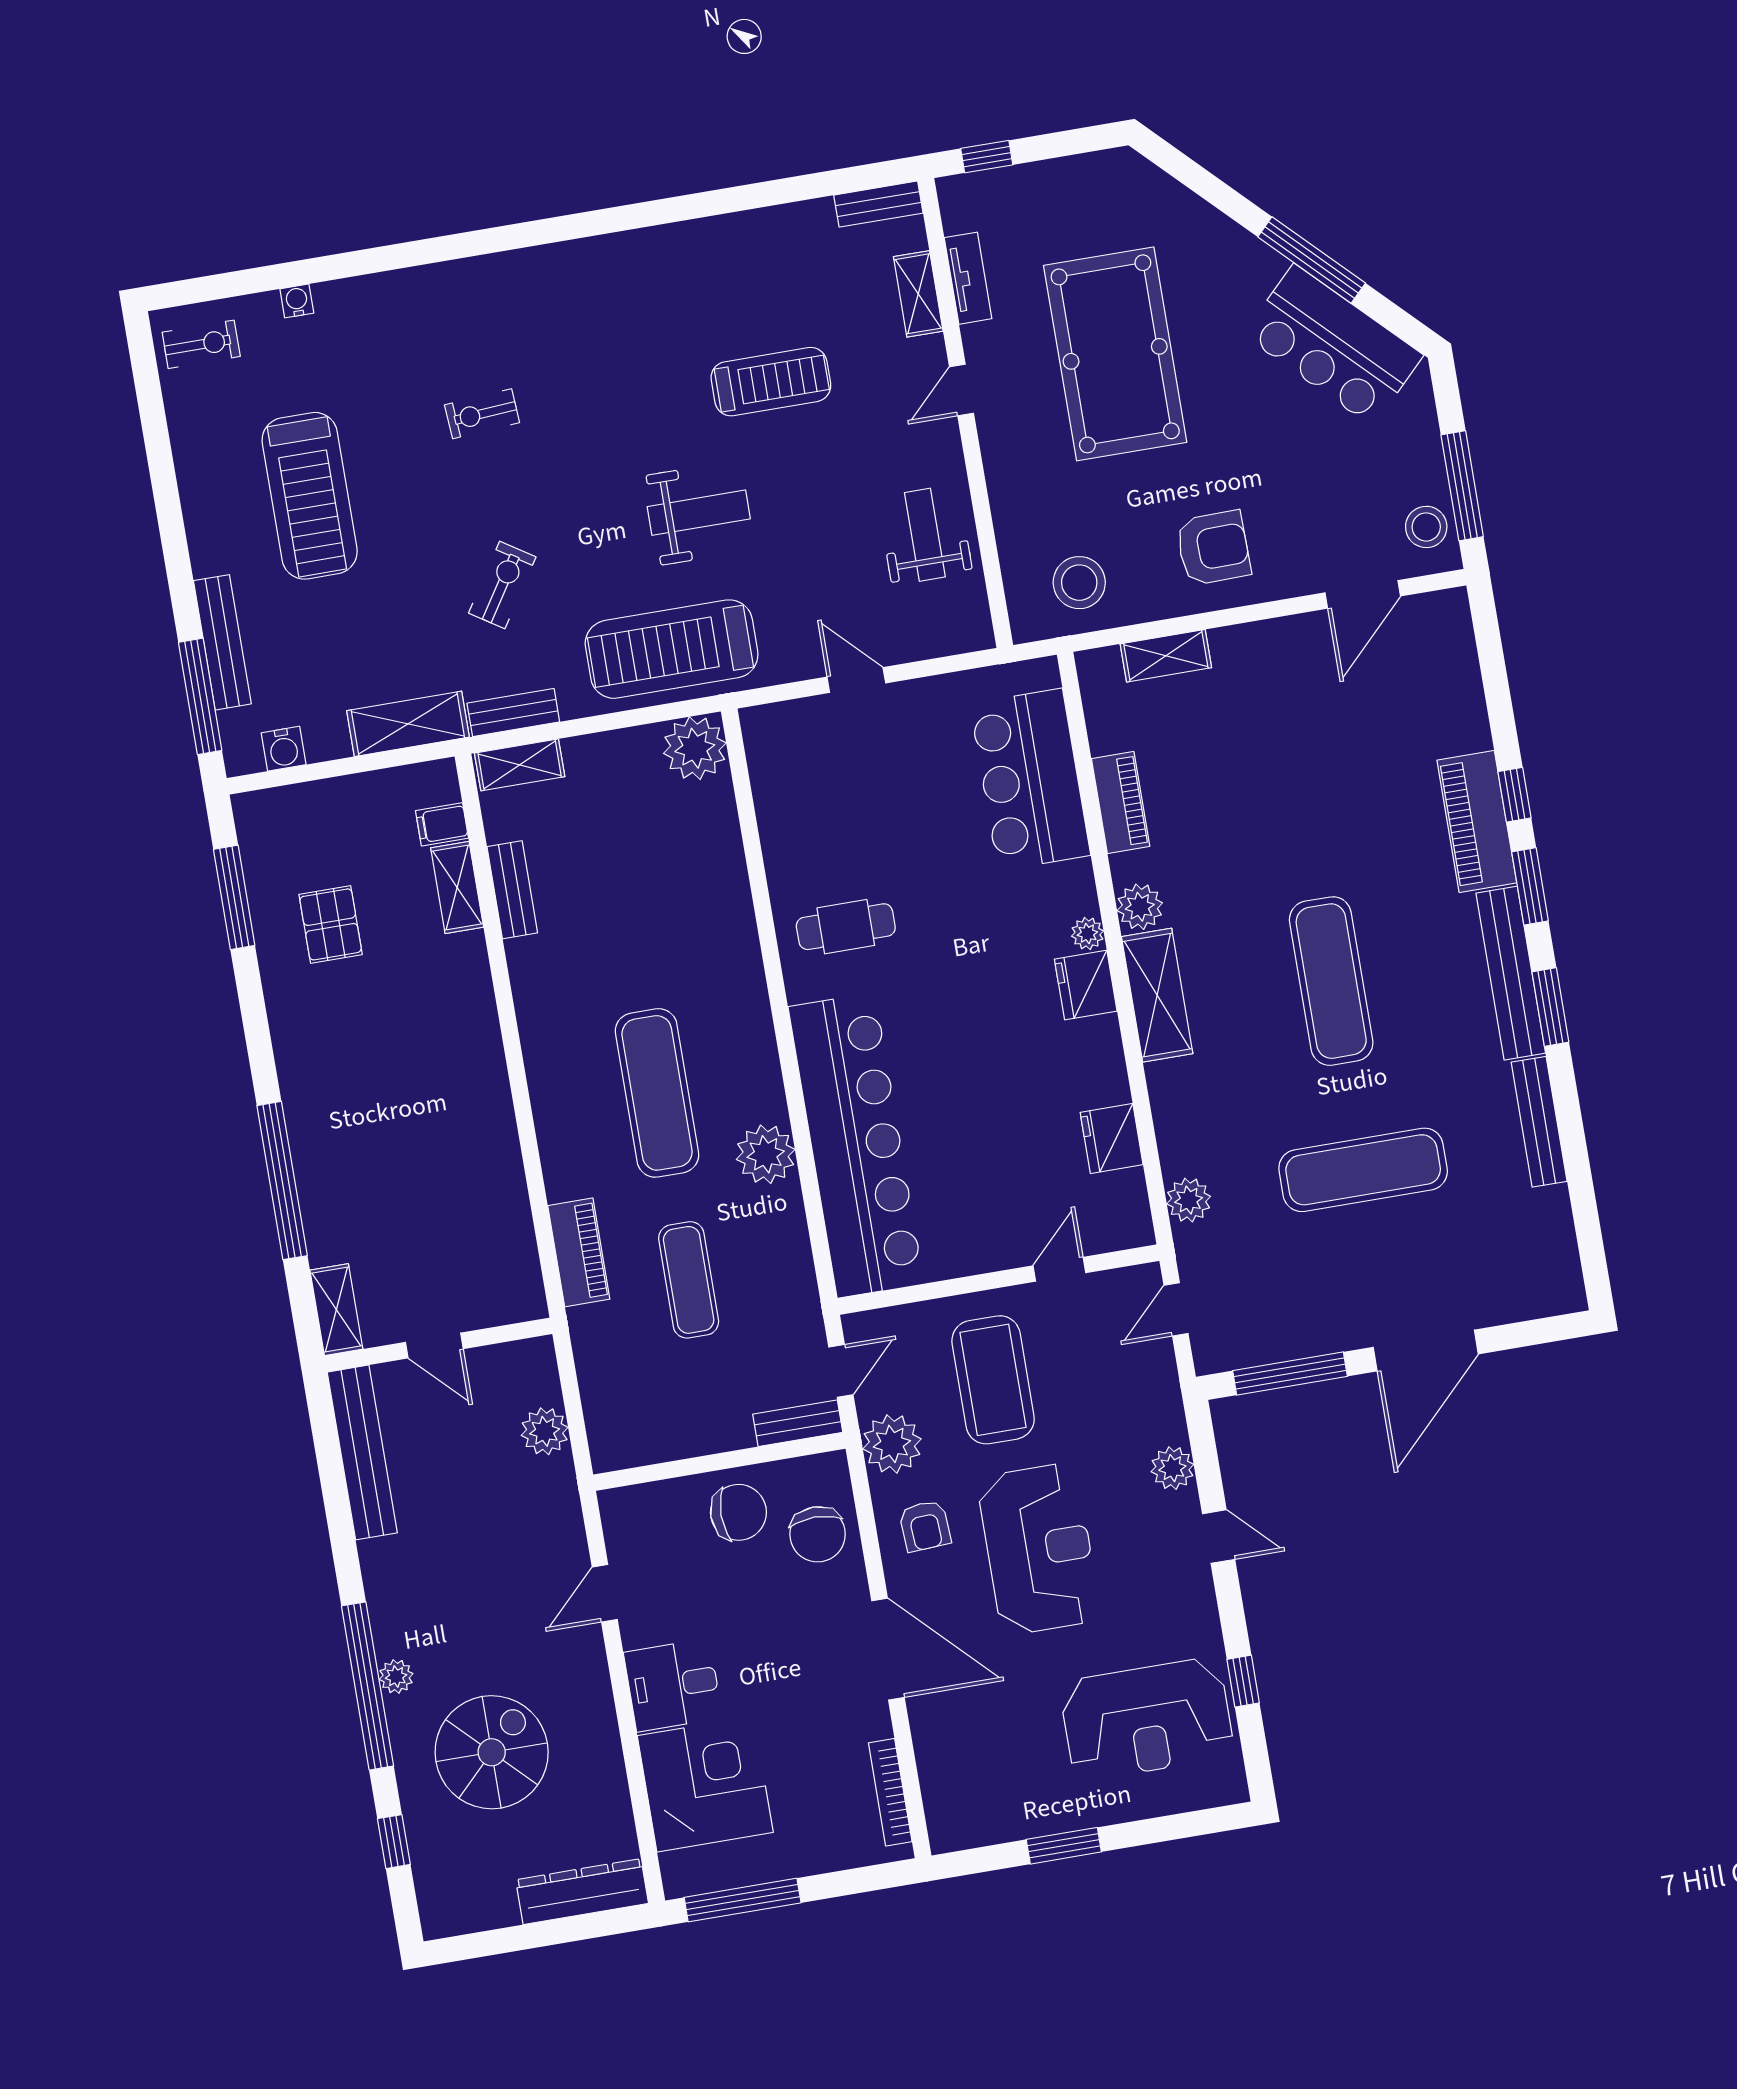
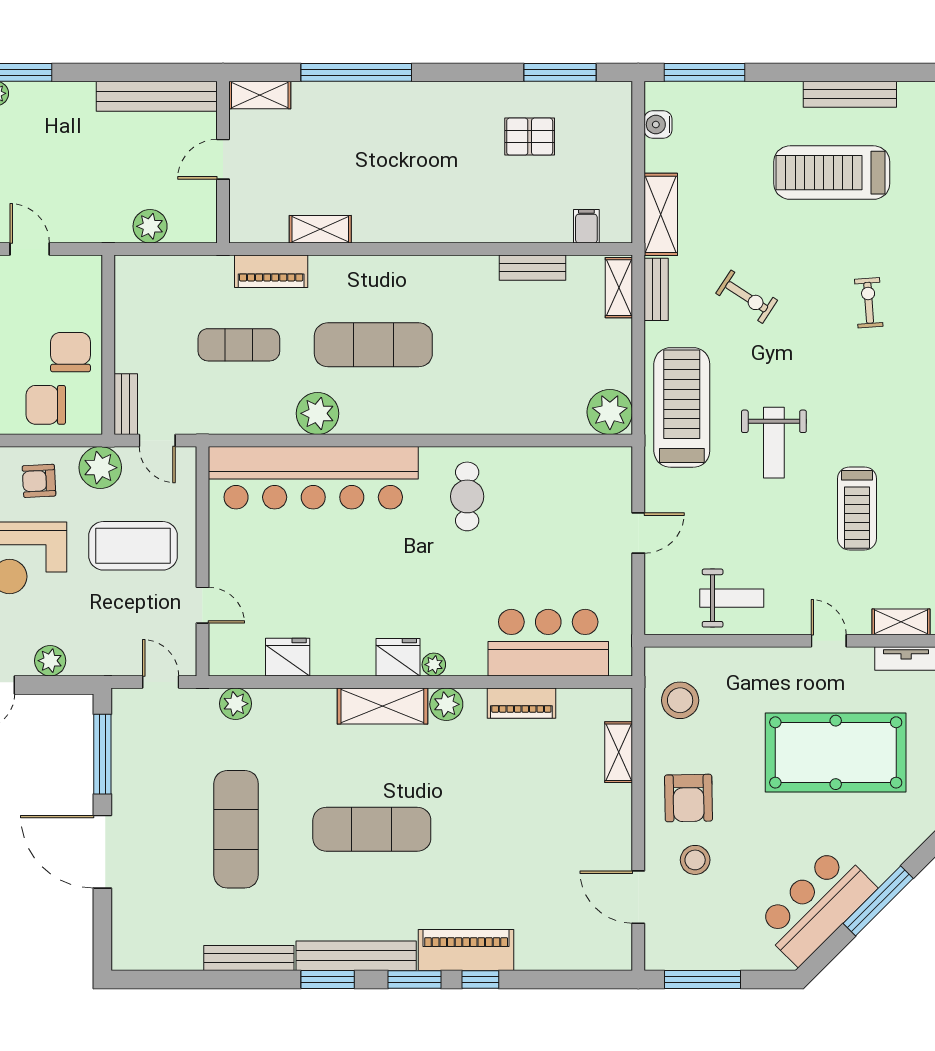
stool: (1426, 527) -> (695, 860), moved
bench: (222, 642) -> (850, 94), moved
shelving: (457, 887) -> (320, 229), moved
chair: (738, 1512) -> (71, 352), turned 180

